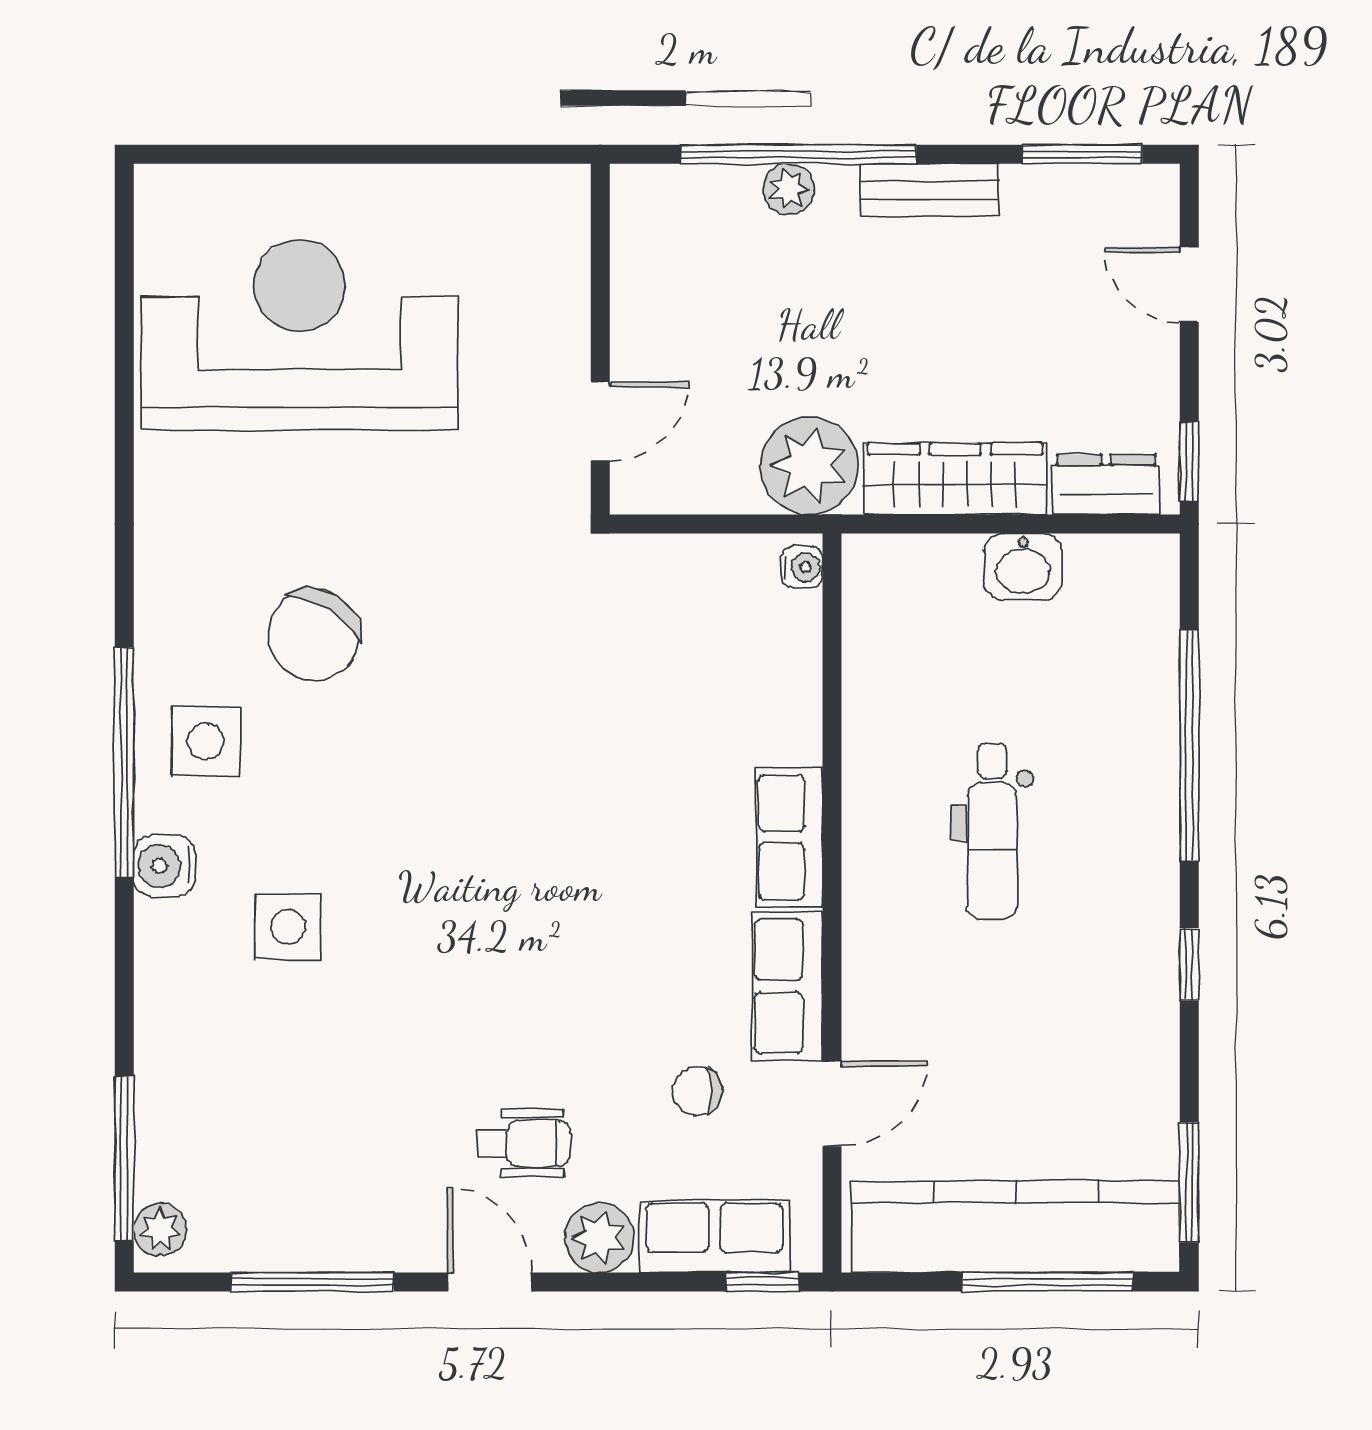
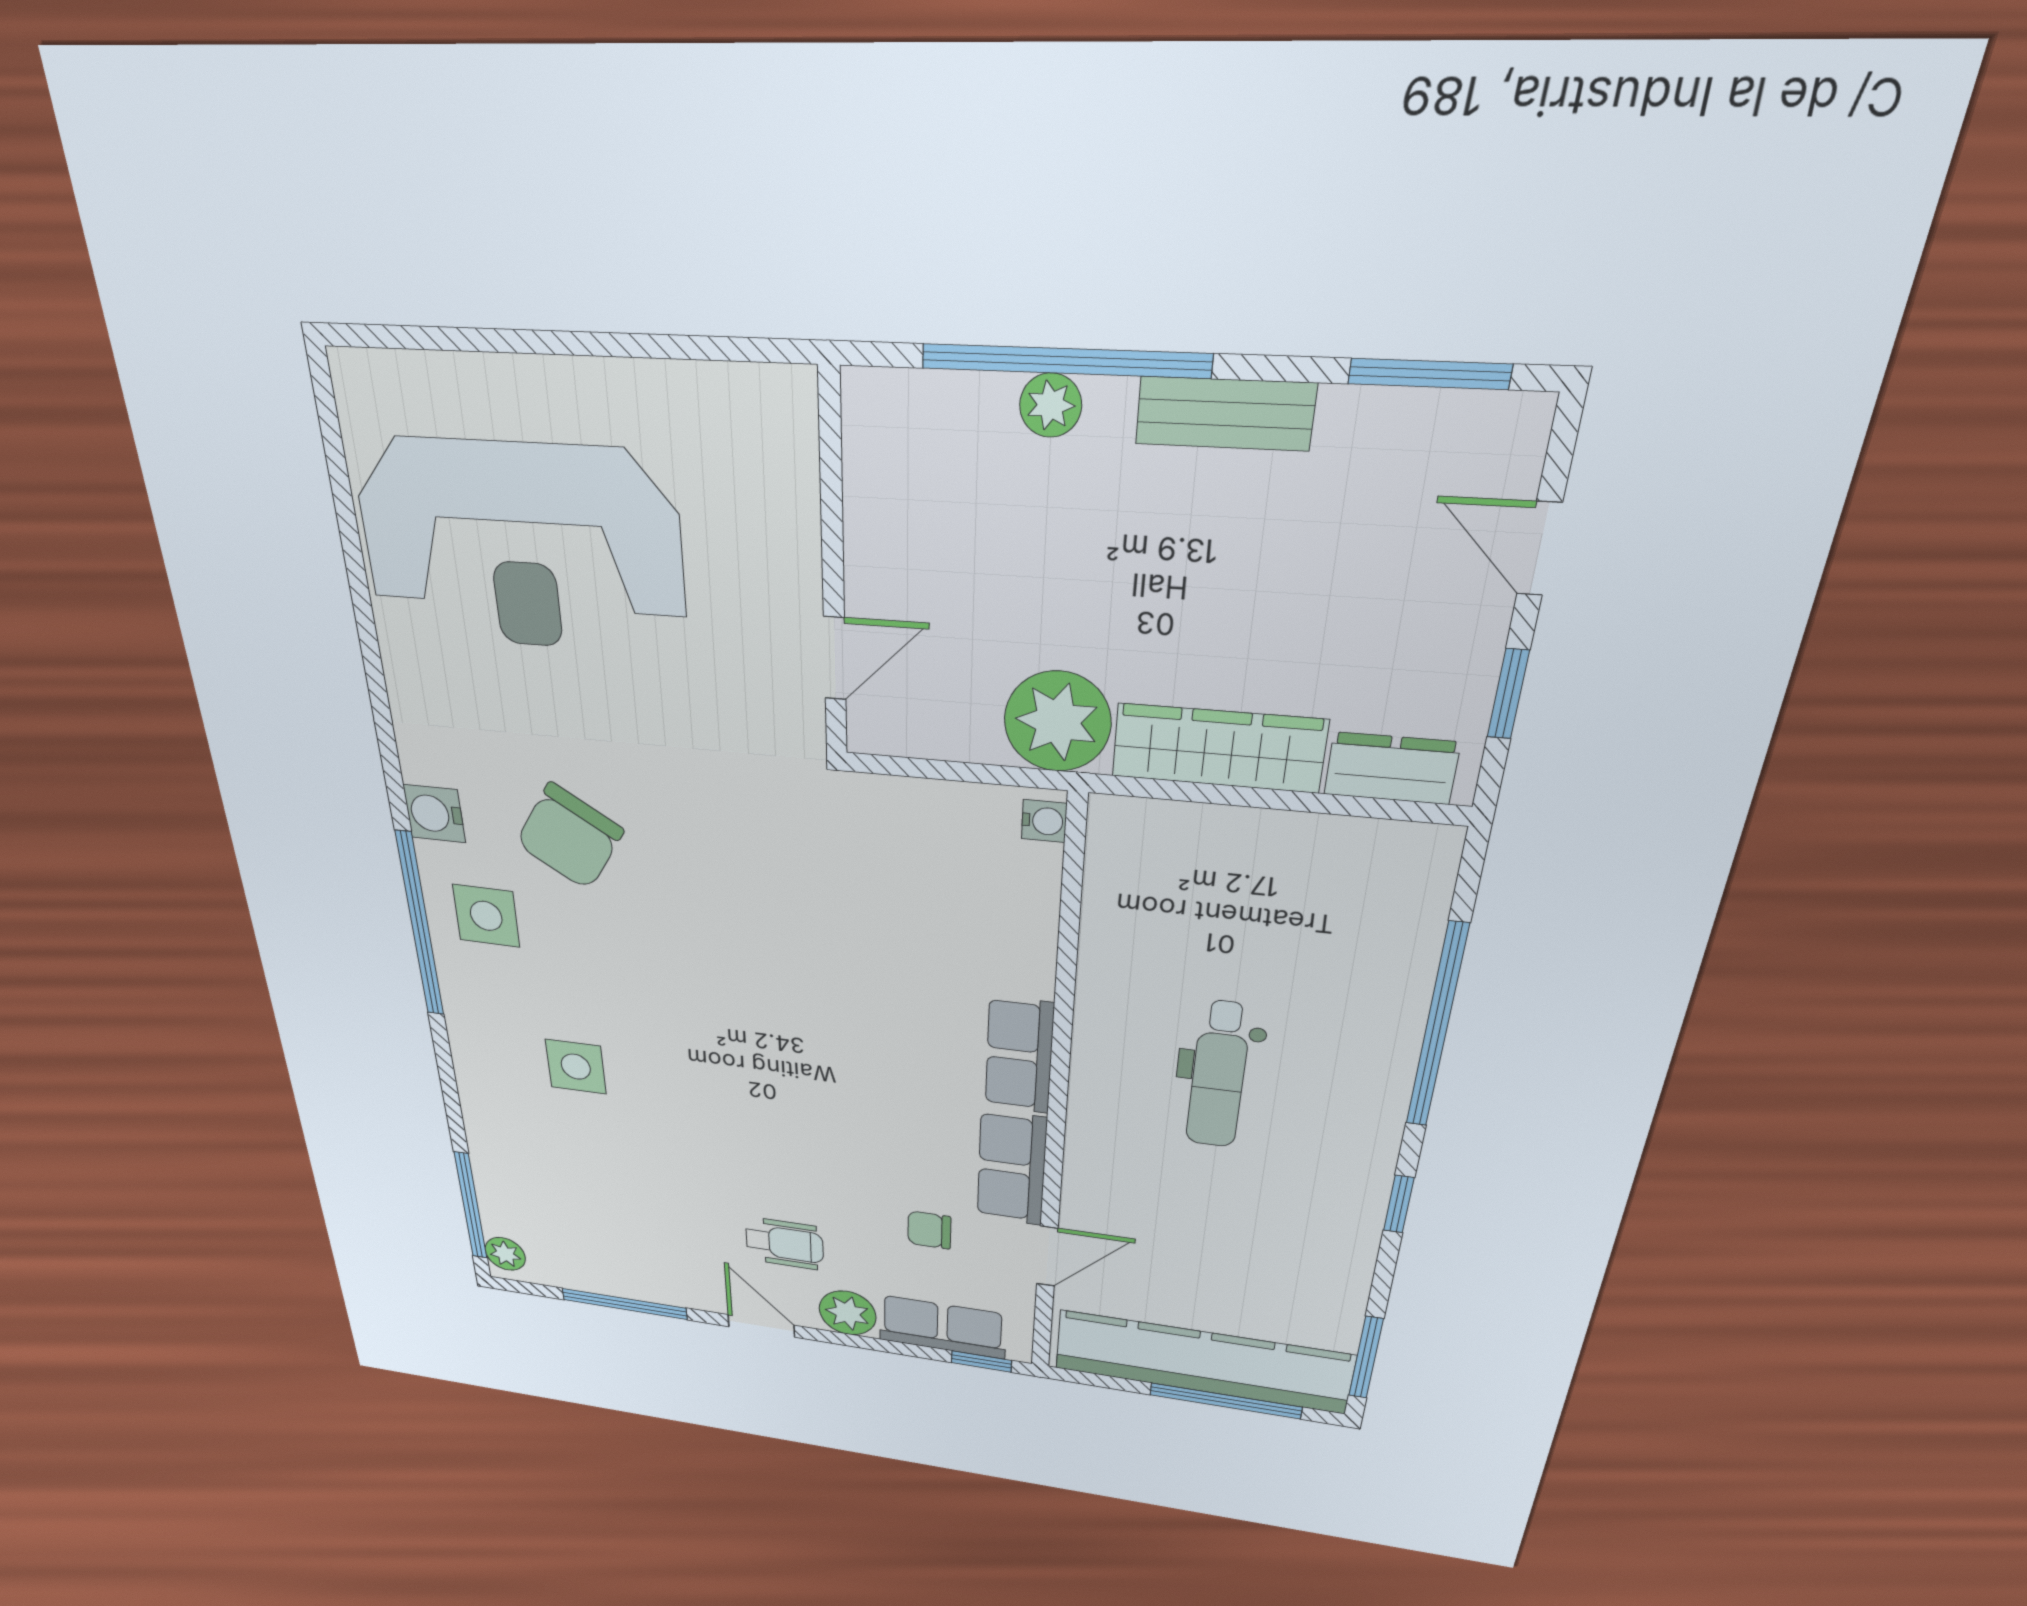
reception desk: (300, 335) -> (521, 546), turned 180
window: (1189, 462) -> (1508, 694), moved
washbasin: (1023, 567) -> (1283, 843), removed
water cooler: (164, 866) -> (434, 814), moved

